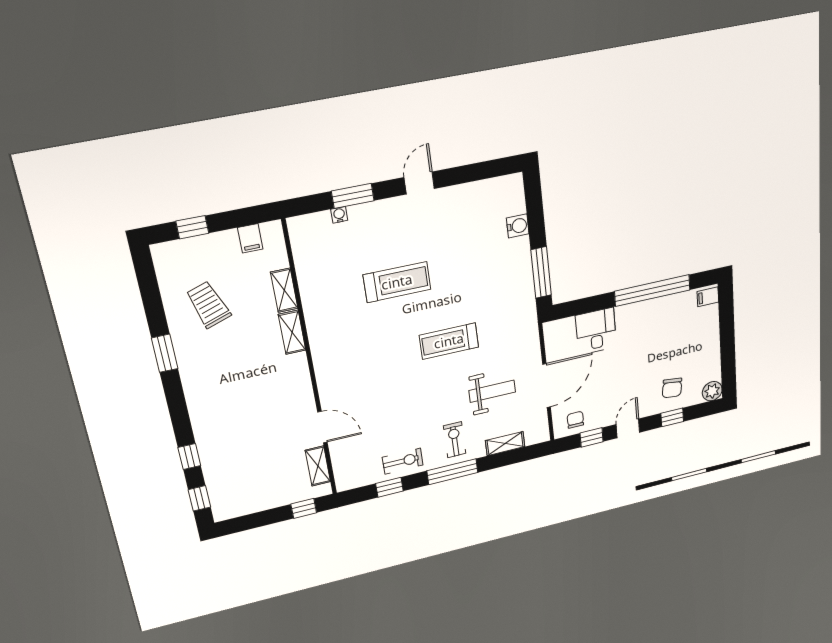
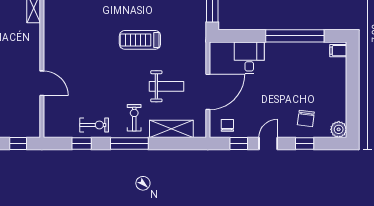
shelving: (505, 444) -> (171, 129), width x1.50, depth x1.33
shelving: (318, 466) -> (34, 113), removed

